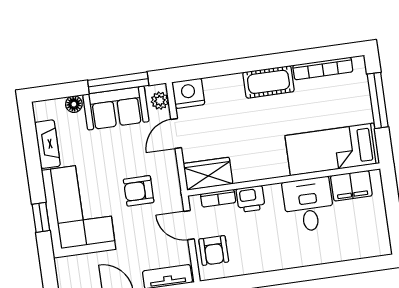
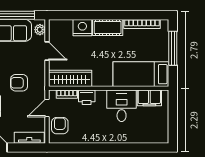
nightstand: (188, 93) -> (82, 28), moved
door: (176, 133) -> (47, 51), swing flipped
wardrobe: (208, 174) -> (70, 78), width x1.50
door: (189, 225) -> (47, 108), hinge flipped
armchair: (214, 250) -> (60, 126), turned 180

